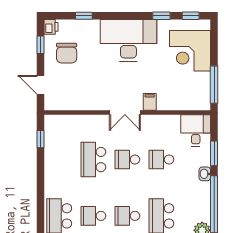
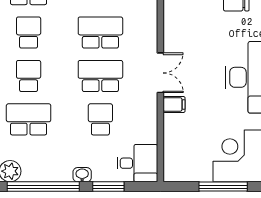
window: (214, 85) -> (223, 187), moved
double door: (125, 113) -> (160, 73), swing flipped
school desk: (127, 160) -> (100, 76), width x1.85

